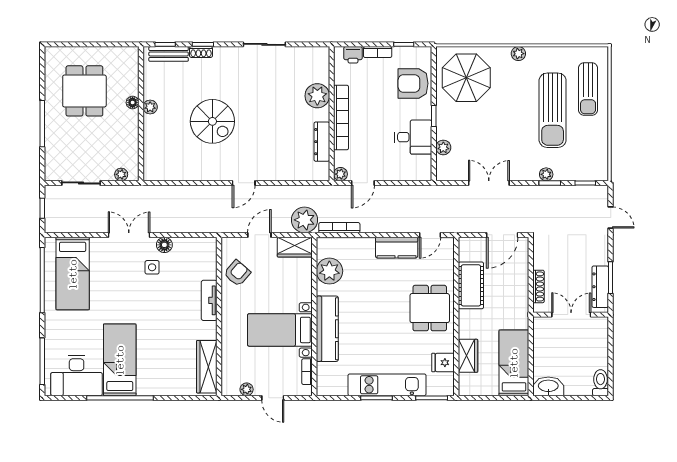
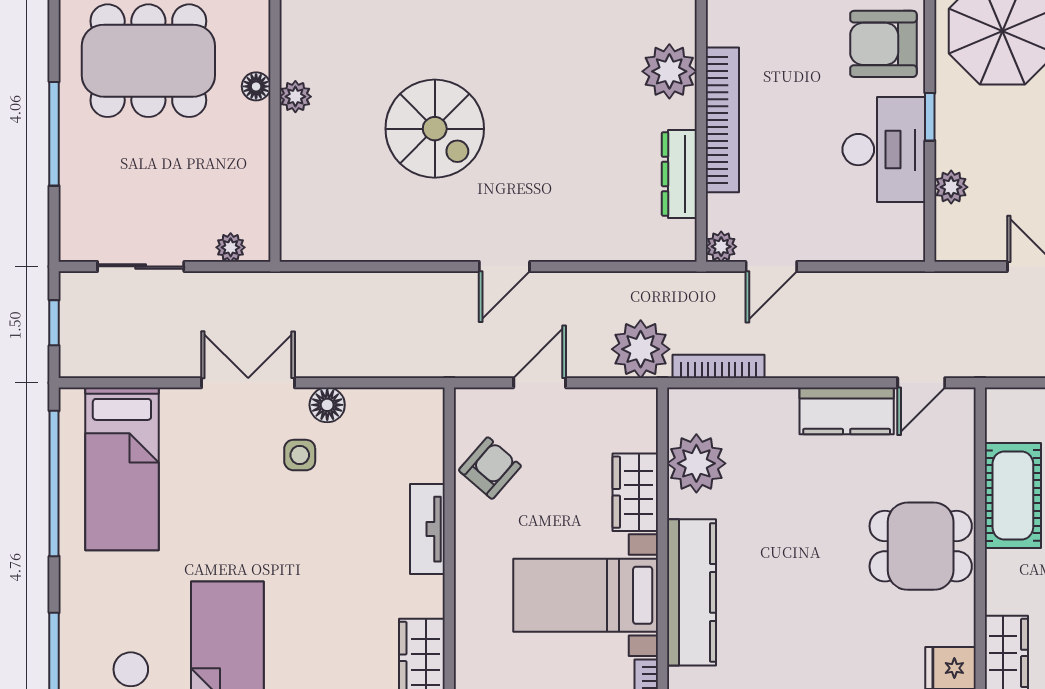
dining table: (84, 91) -> (148, 61), width x1.38
desk: (413, 137) -> (884, 150), width x1.37
wardrobe: (295, 247) -> (635, 492), moved, turned 90
dining table: (430, 308) -> (921, 546), turned 90

